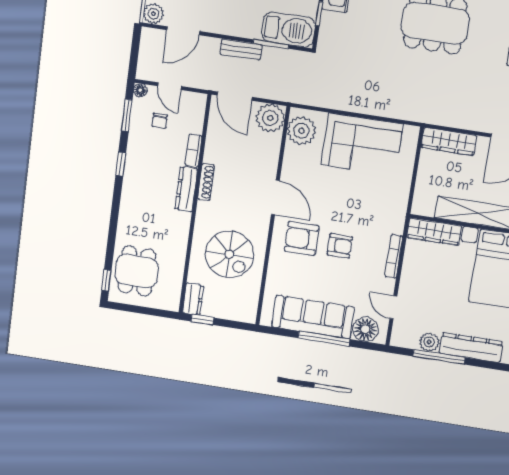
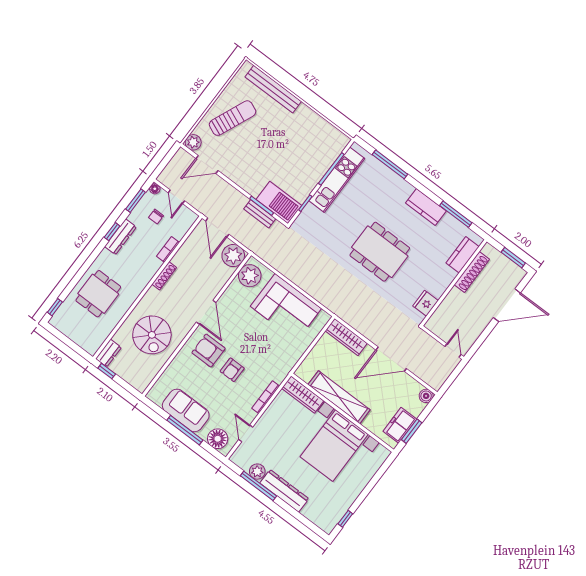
bench: (241, 49) -> (260, 214), moved
dresser: (186, 189) -> (120, 237), moved, turned 180
armchair: (340, 246) -> (232, 370), turned 90
dining table: (137, 271) -> (98, 294), moved
sofa: (313, 317) -> (186, 410), width x0.73

